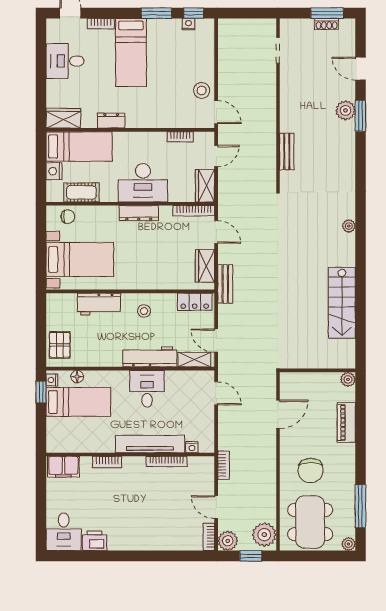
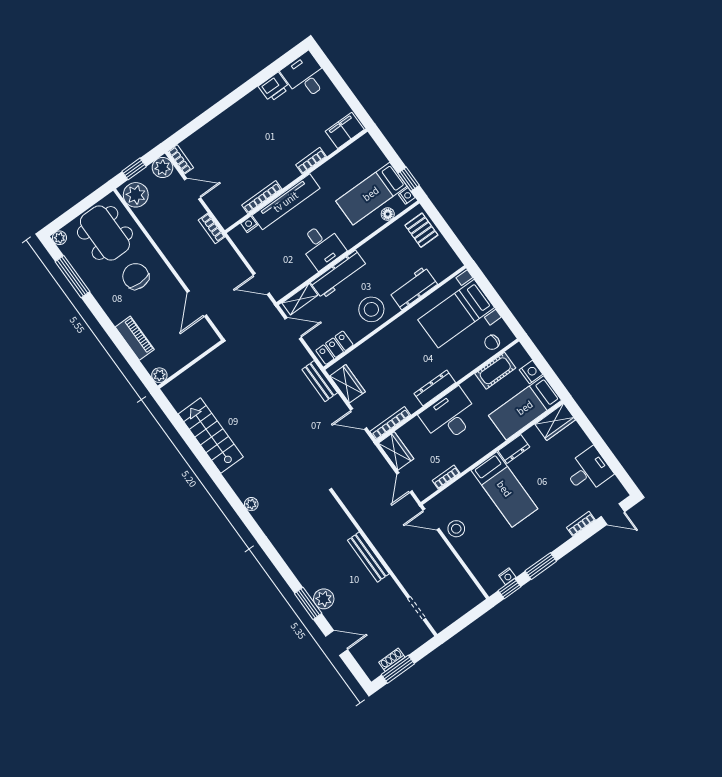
bed: (131, 52) -> (504, 489), moved, turned 180
bench: (287, 151) -> (368, 557), moved, width x1.36
stool: (144, 311) -> (371, 309), width x1.89, depth x1.89

